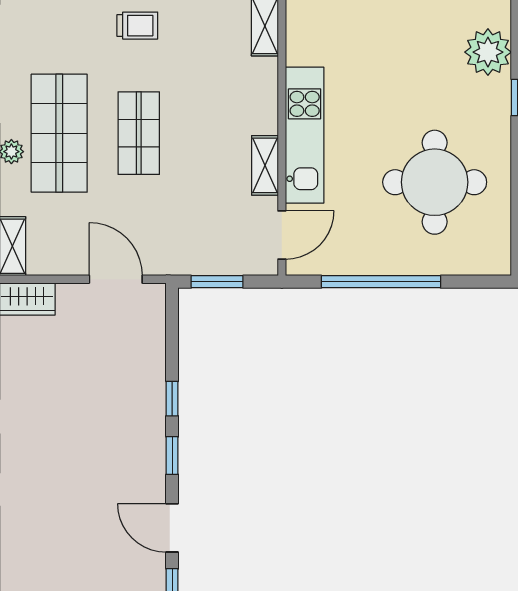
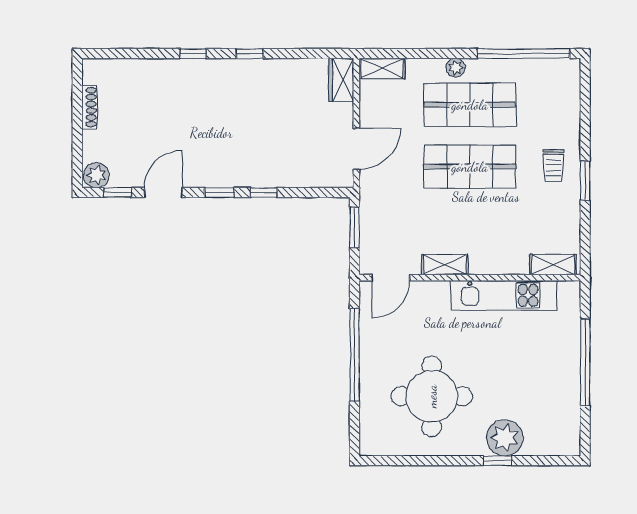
plant: (488, 52) -> (505, 438), moved
shop shelf: (139, 133) -> (470, 167), width x1.43, depth x1.36
kitchen unit: (305, 135) -> (504, 295), moved
door: (282, 235) -> (391, 278), hinge flipped

